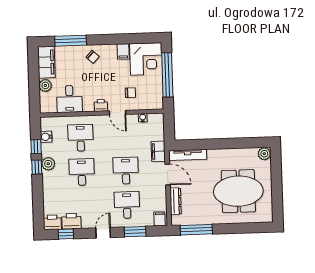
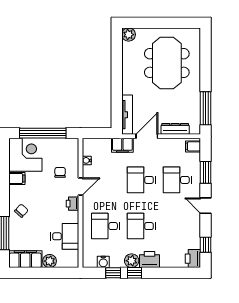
printer: (71, 221) -> (149, 260), moved, turned 90

